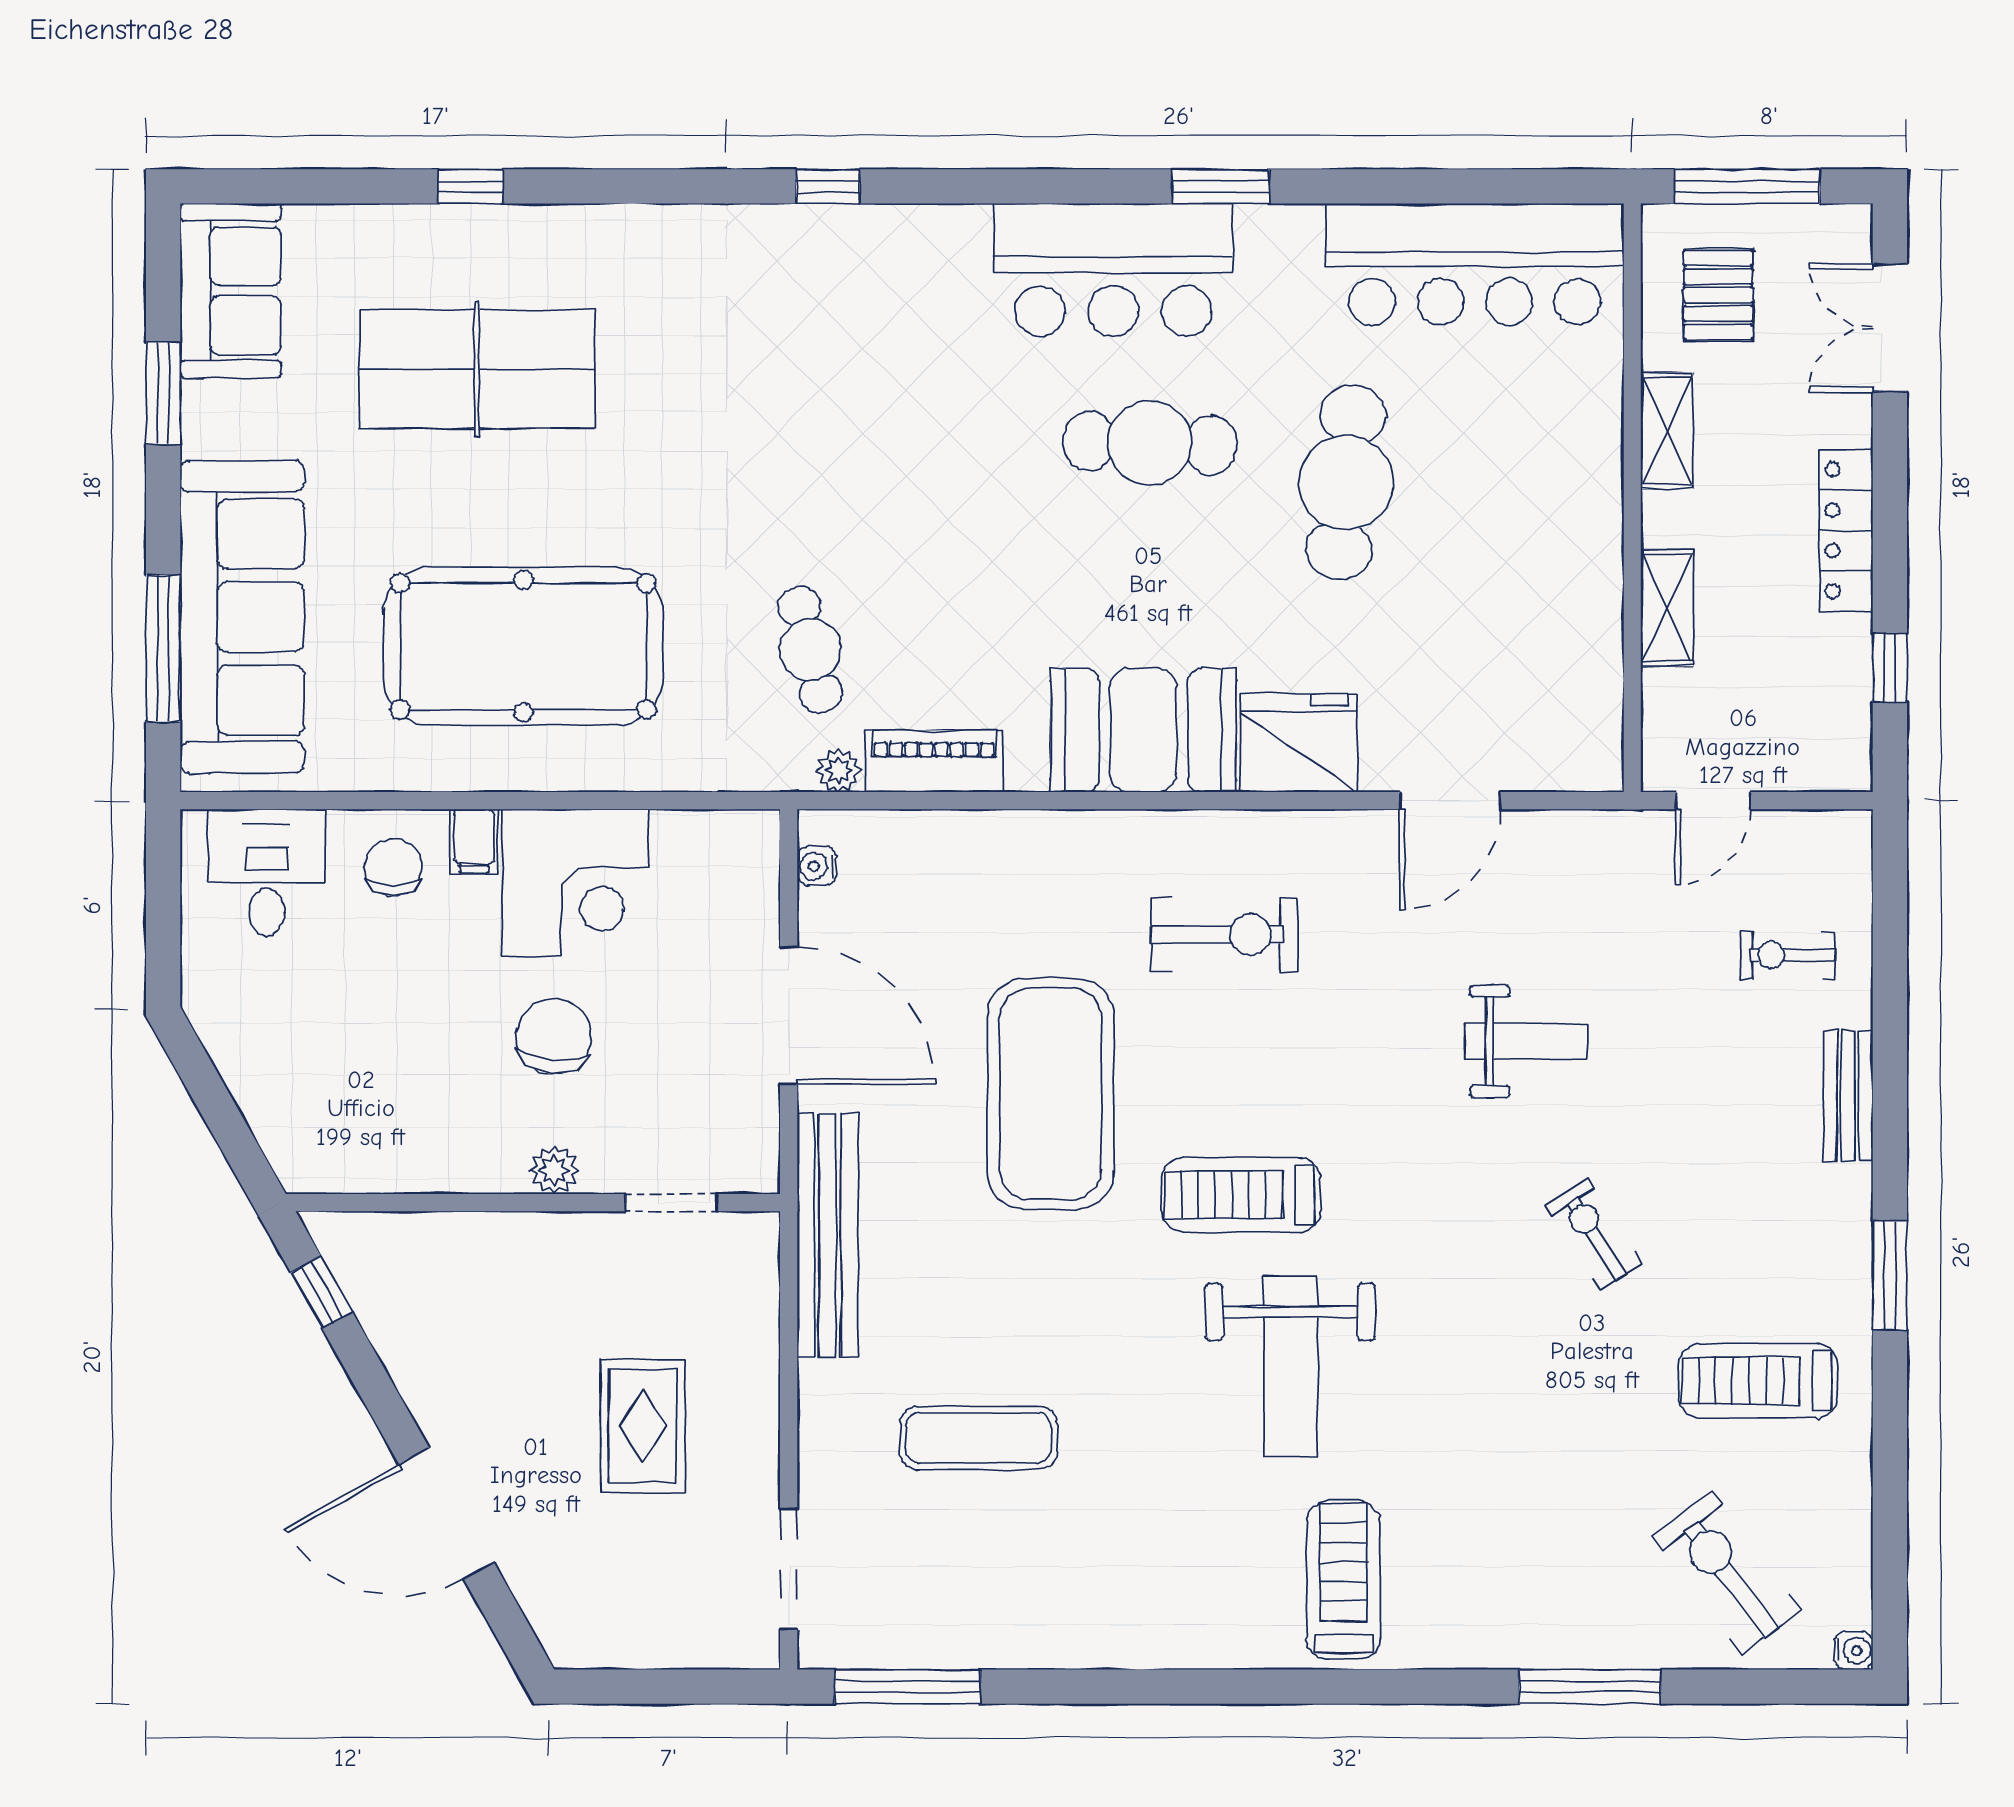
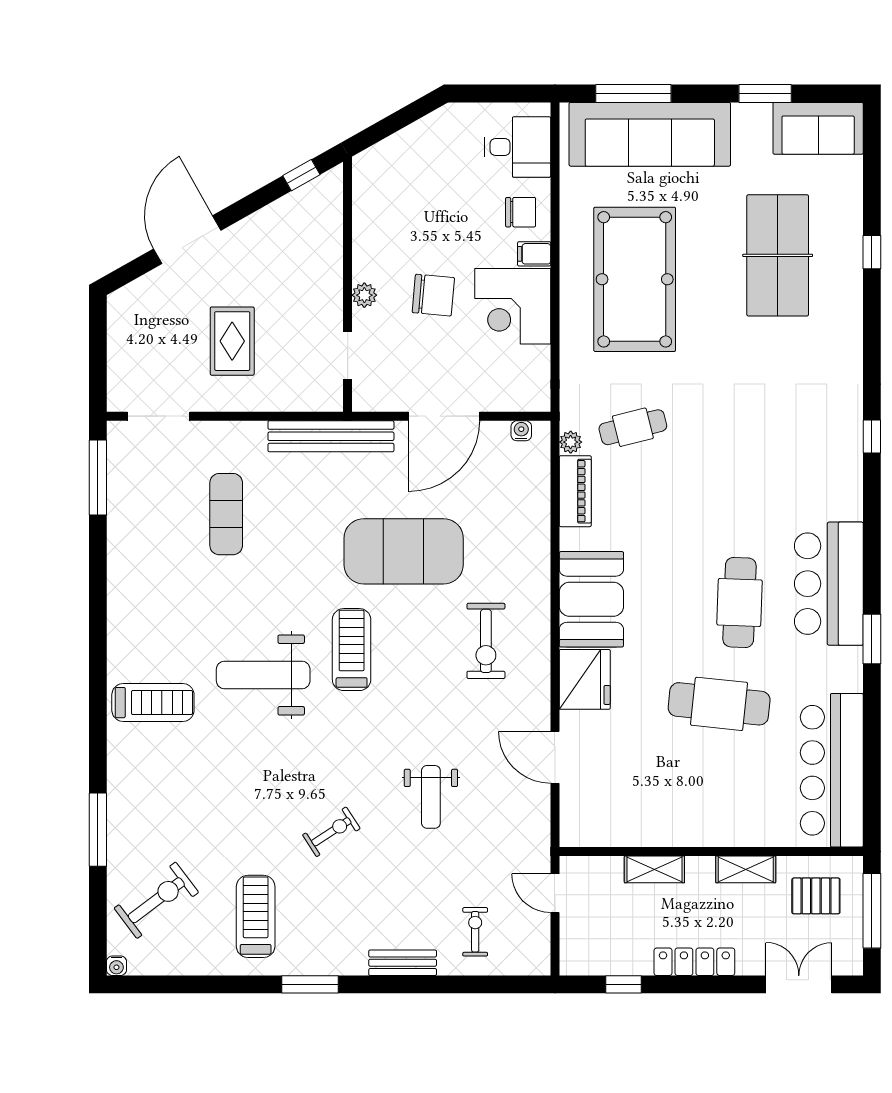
rug: (643, 1426) -> (232, 341), turned 90

